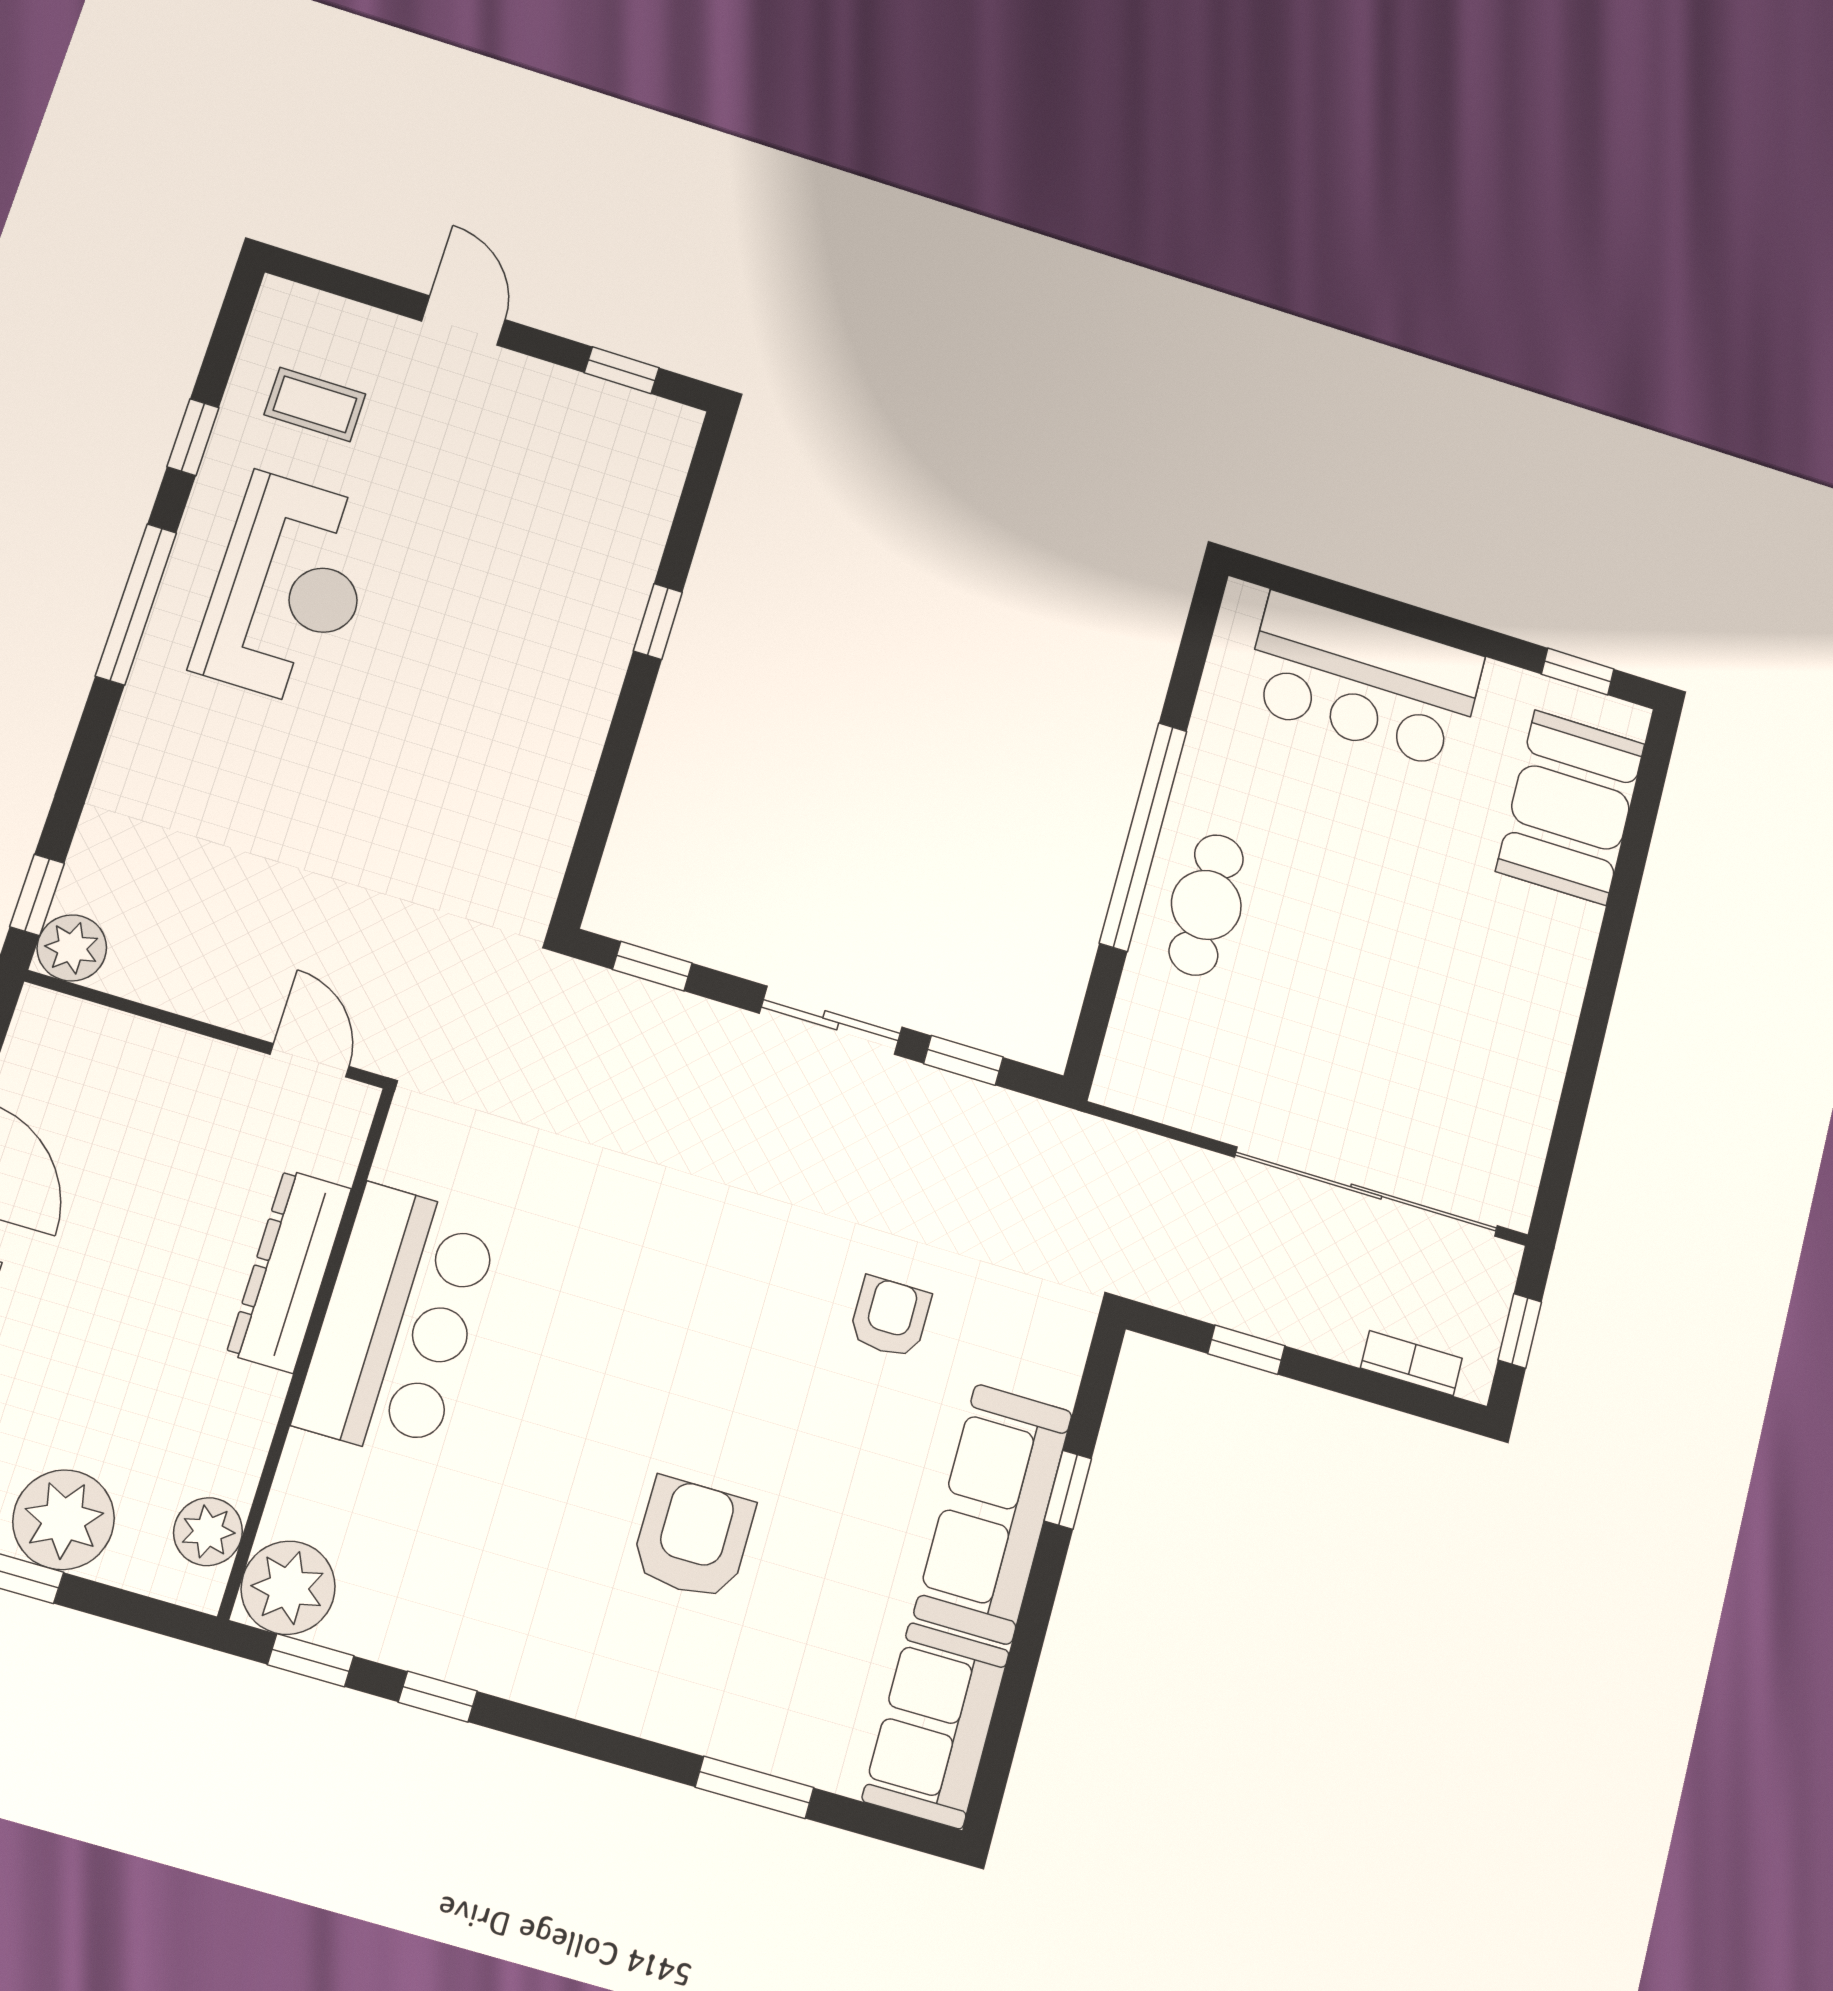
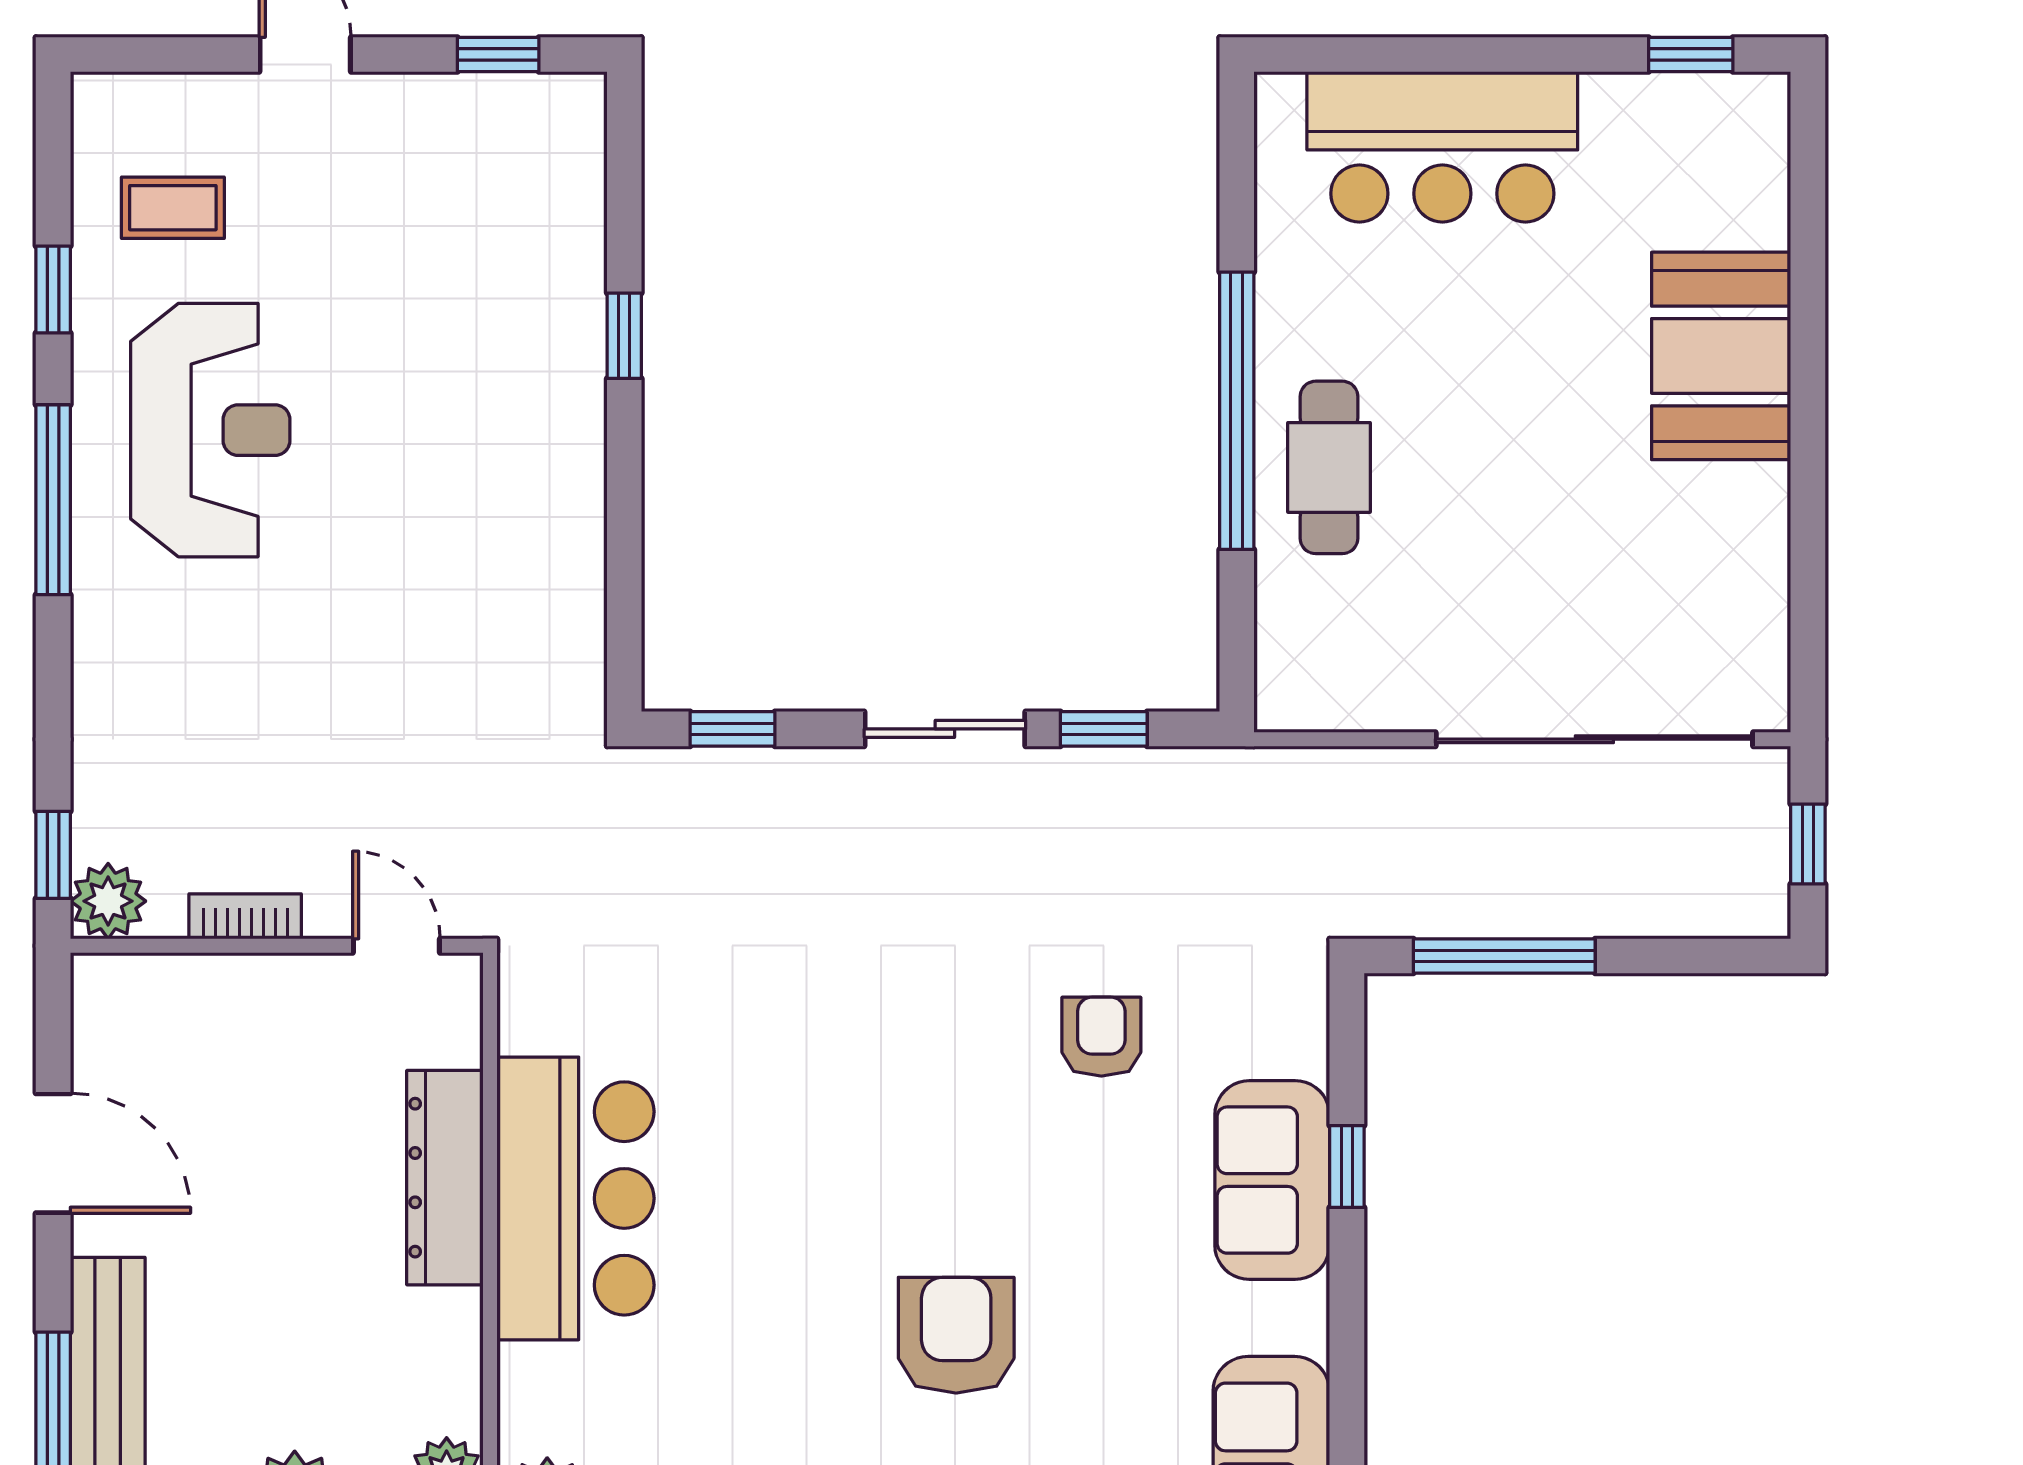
booth: (1570, 807) -> (1721, 356), moved
window: (1246, 1350) -> (1504, 956), width x2.17
bookcase: (1411, 1363) -> (245, 916), moved
sofa: (993, 1514) -> (1272, 1180), width x0.73

